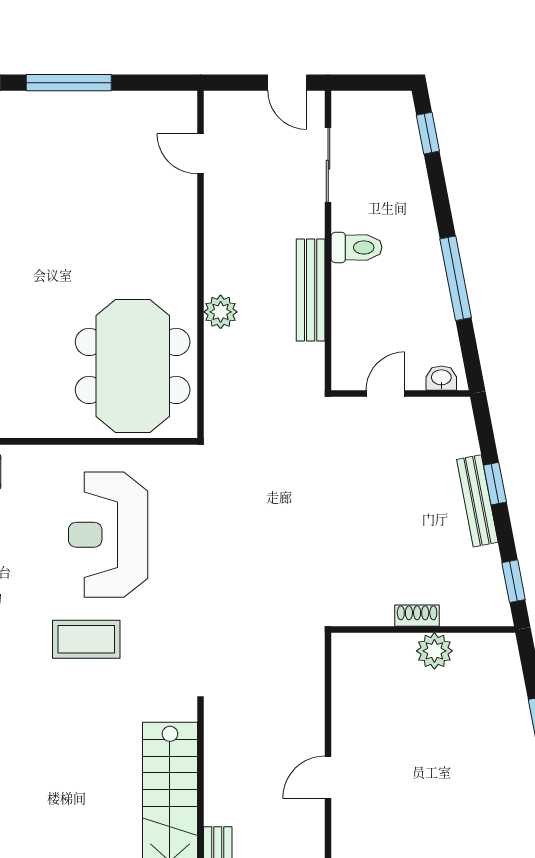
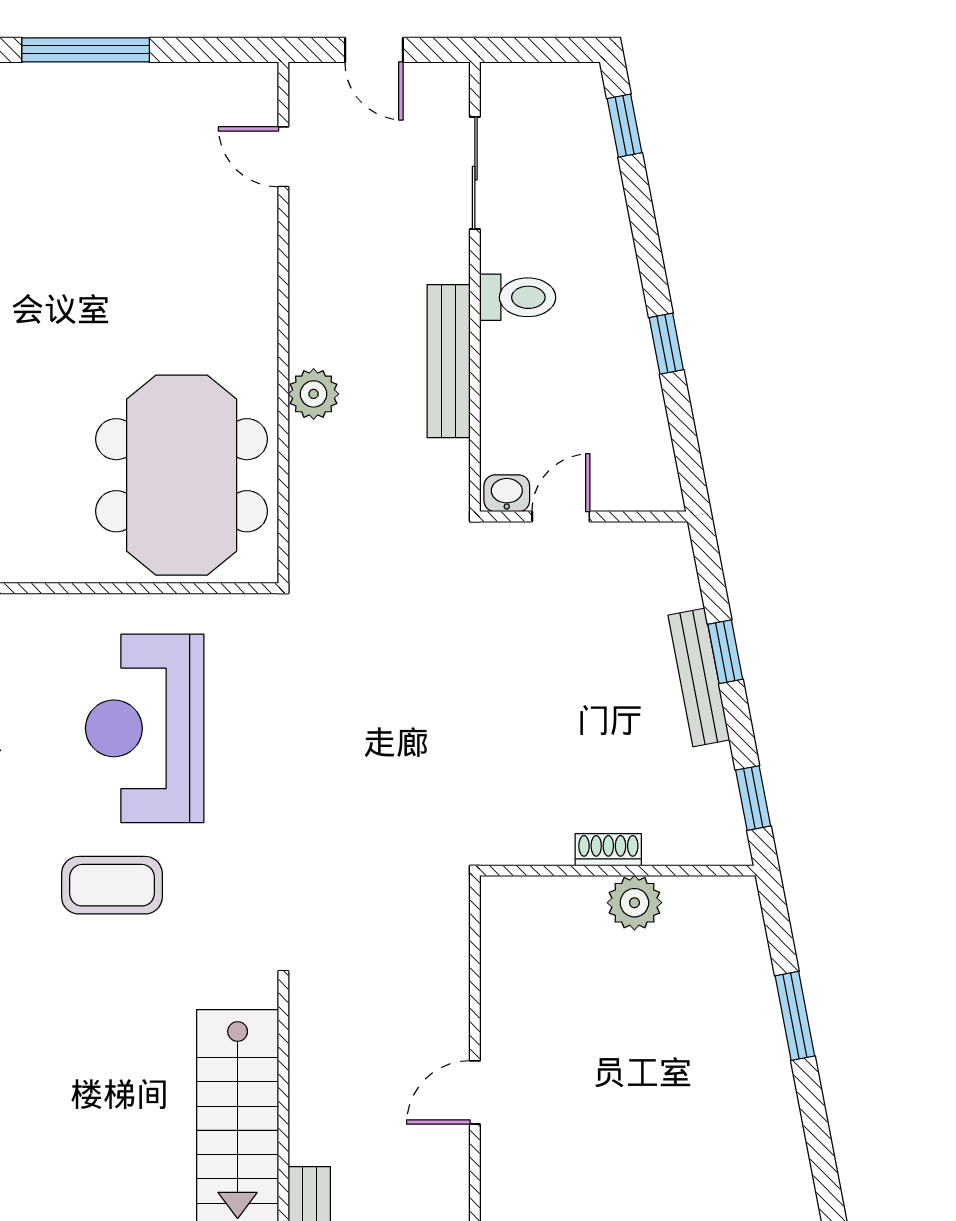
door: (287, 83) -> (374, 50), moved
window: (456, 278) -> (666, 344), width x0.46
washbasin: (441, 378) -> (507, 493), moved

